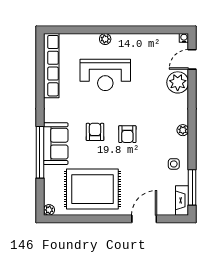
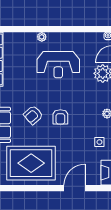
reception desk: (105, 75) -> (58, 65), moved
armchair: (95, 132) -> (33, 115), turned -132

